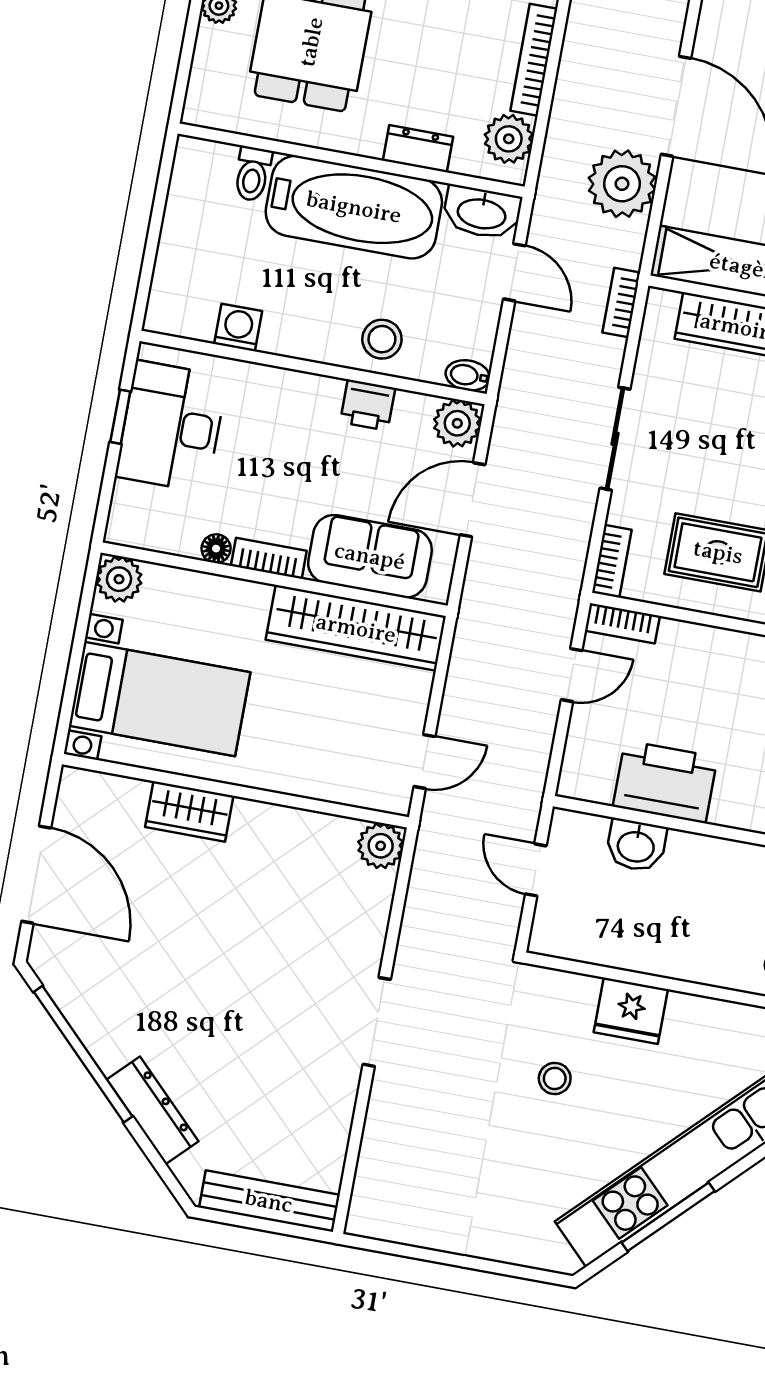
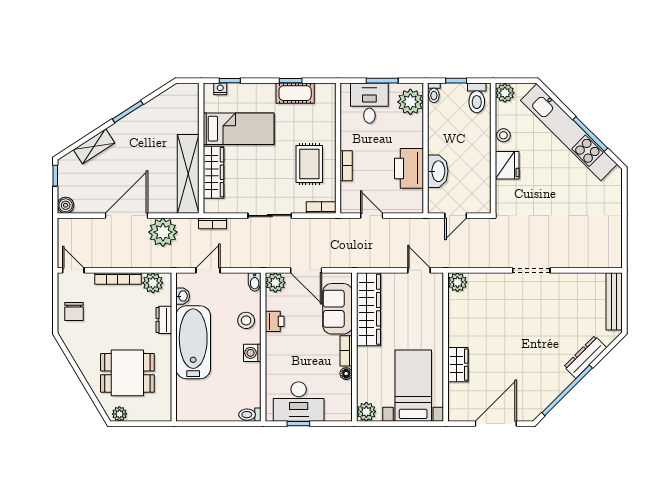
toilet: (253, 174) -> (250, 415), moved, turned 180
washbasin: (482, 213) -> (183, 296), width x0.52, depth x0.69
washing machine: (238, 328) -> (252, 353), moved
bookcase: (622, 623) -> (346, 166), moved
washbasin: (636, 845) -> (438, 171), width x1.38
stool: (555, 1078) -> (503, 135), moved

